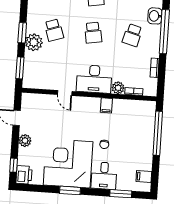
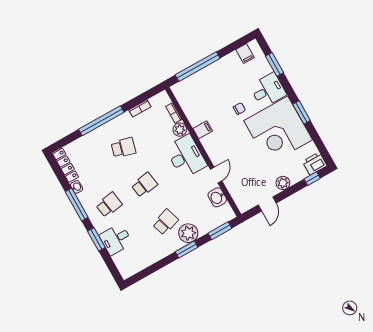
washbasin: (155, 16) -> (217, 197), moved, turned 90

